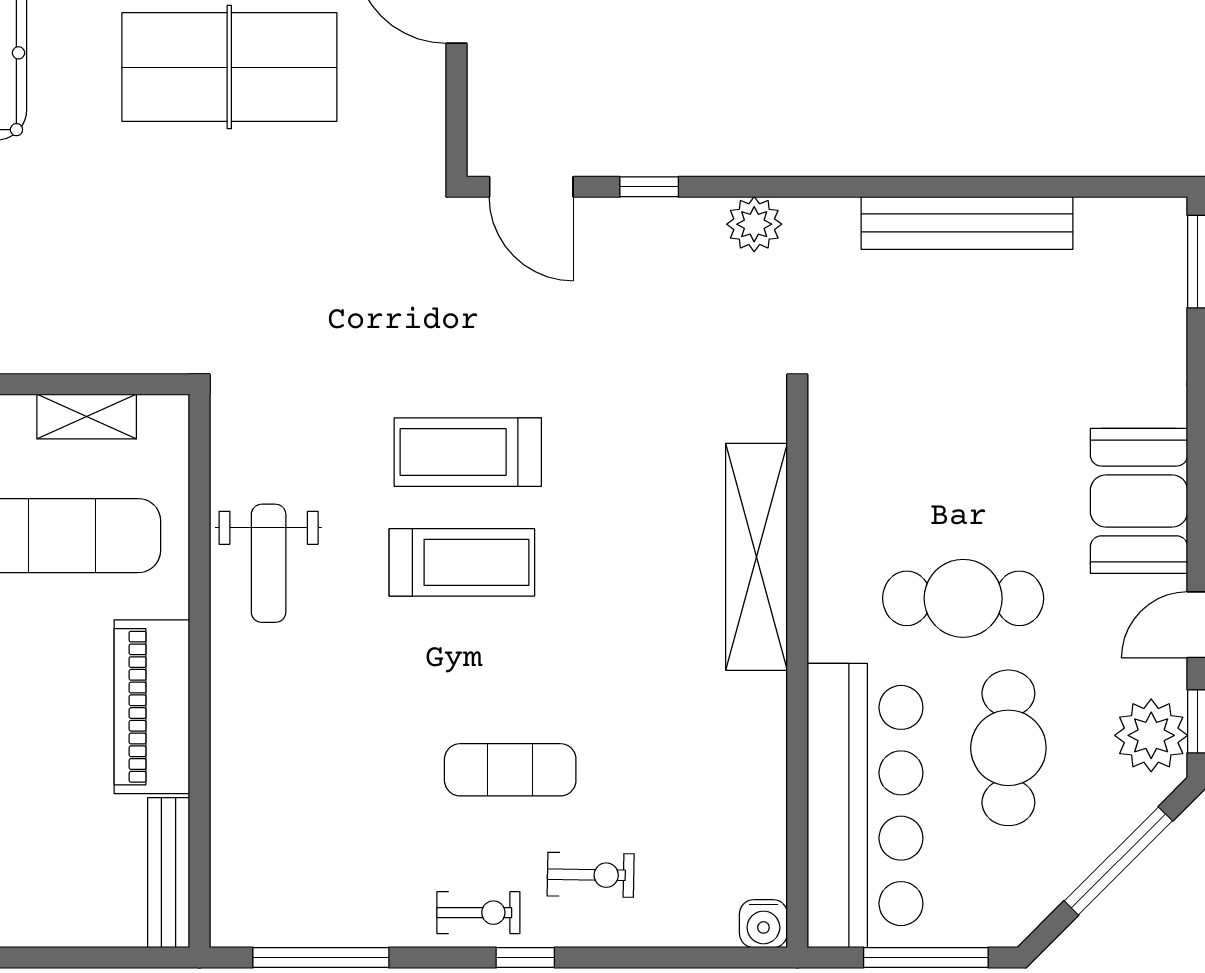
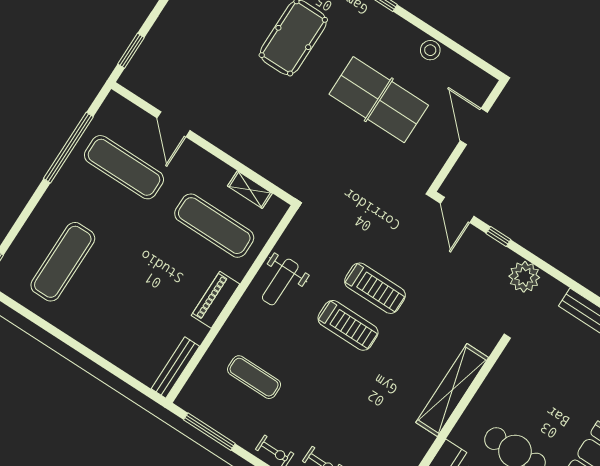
plant: (754, 224) -> (524, 277), width x1.36, depth x1.36
treadmill: (468, 452) -> (375, 288), turned 180
piano: (152, 707) -> (216, 300), width x0.73, depth x0.75
exercise mat: (510, 770) -> (254, 377), moved

